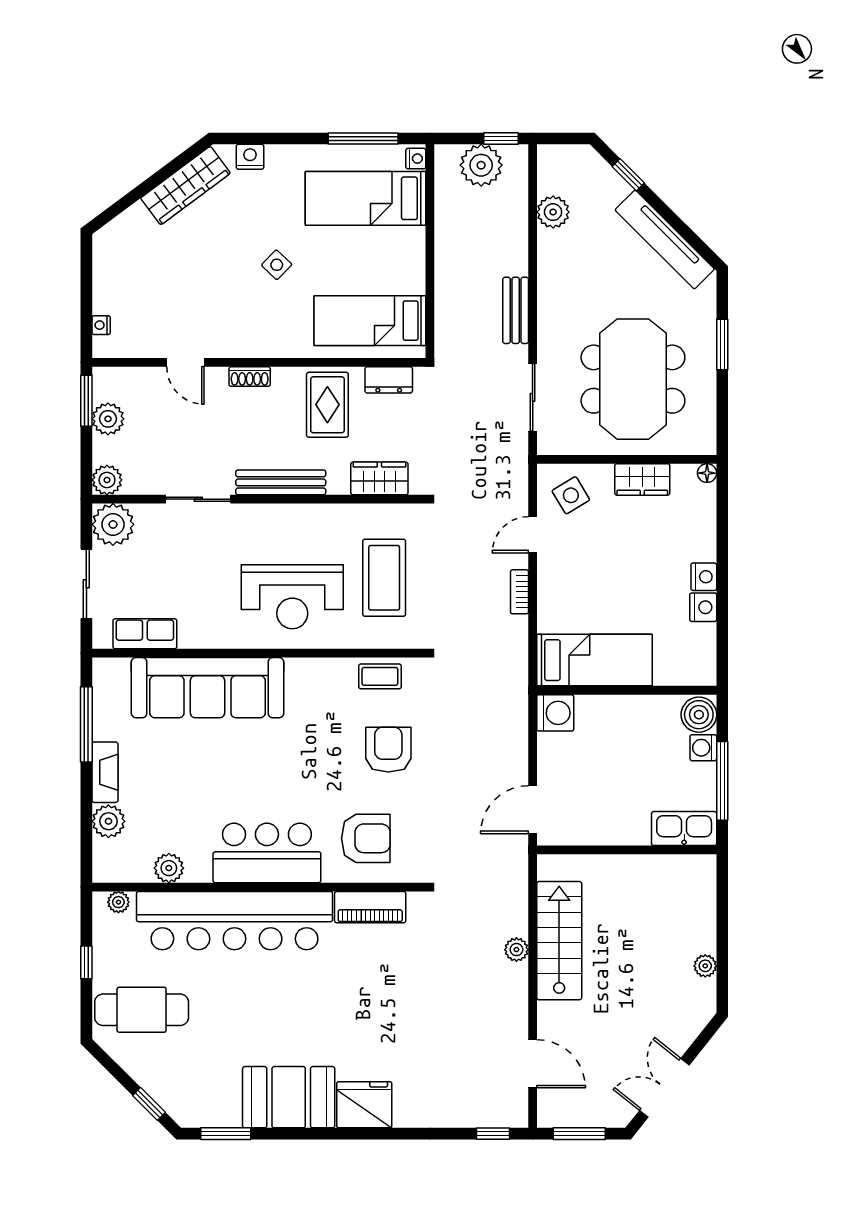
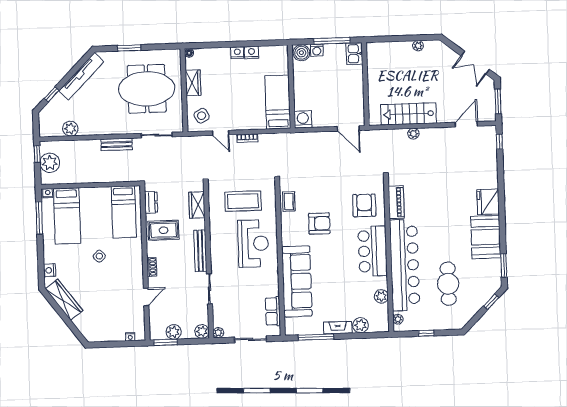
plant: (113, 524) -> (218, 333), width x0.53, depth x0.53
armchair: (388, 750) -> (319, 223), moved, turned 180
kitchen sink: (684, 829) -> (354, 54), width x0.73
cafe table: (142, 1010) -> (448, 284), moved

